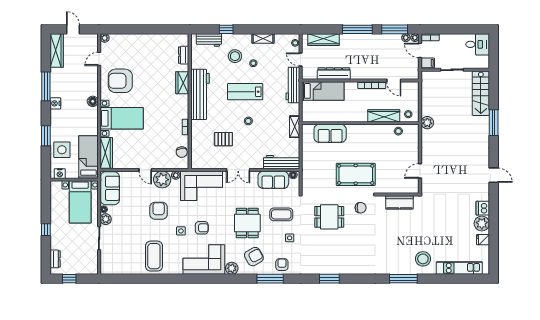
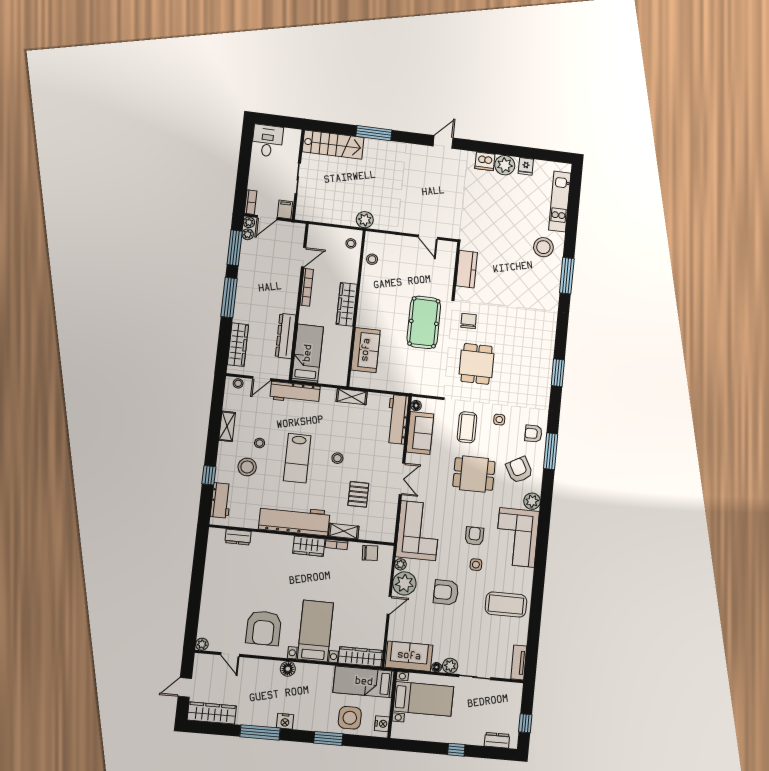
wardrobe: (182, 83) -> (309, 546), moved
wardrobe: (384, 116) -> (347, 304), moved
shelving: (196, 131) -> (344, 531), added
tv unit: (113, 270) -> (519, 662), added

